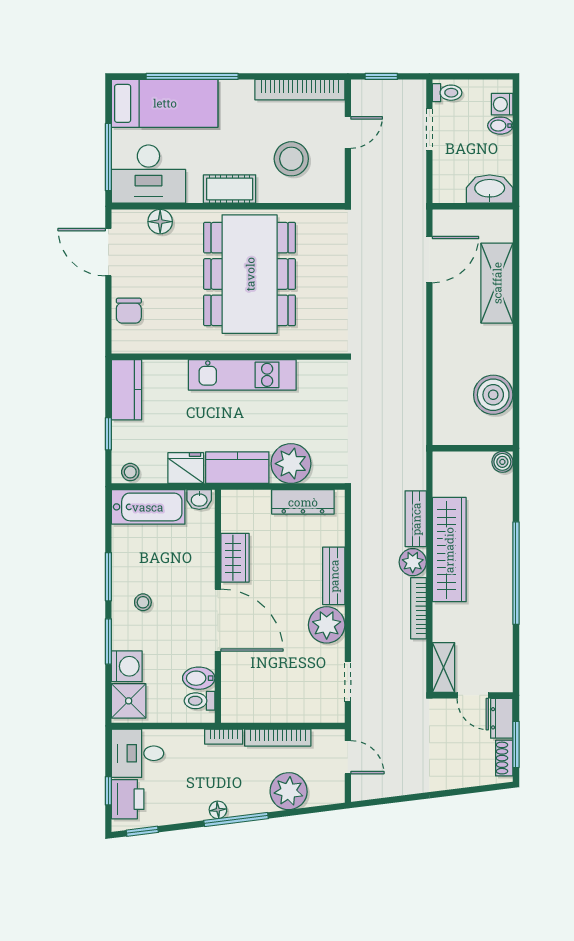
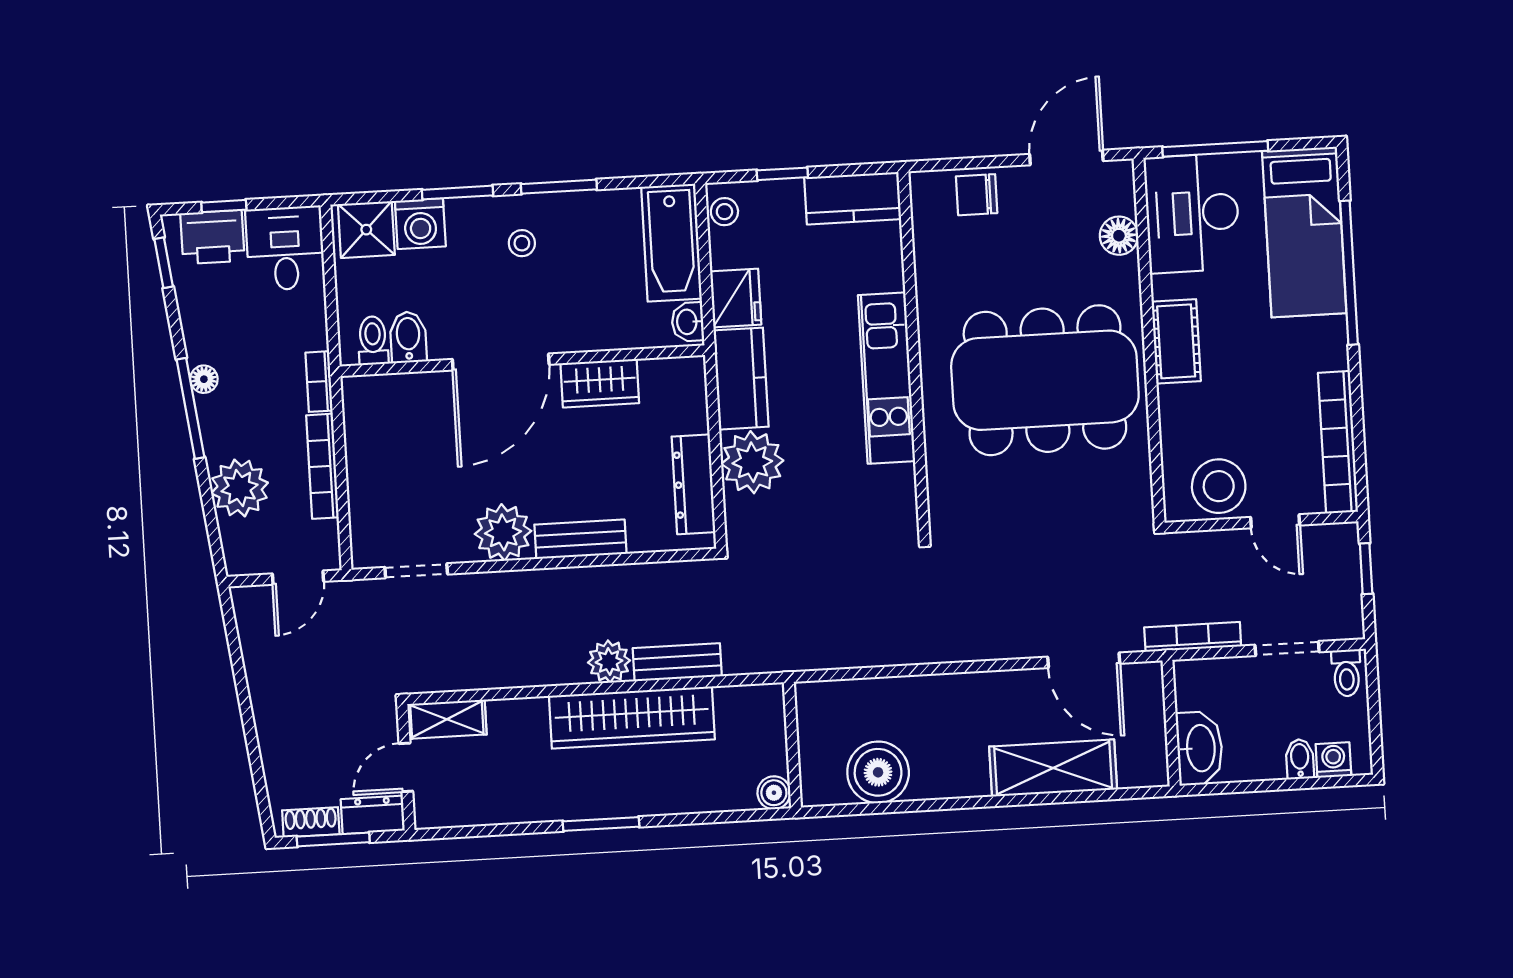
stool: (291, 159) -> (1219, 486), moved
window: (516, 573) -> (601, 824), width x0.47
bookcase: (418, 608) -> (1193, 637), moved

